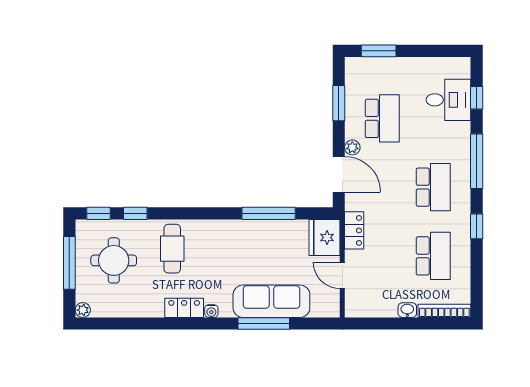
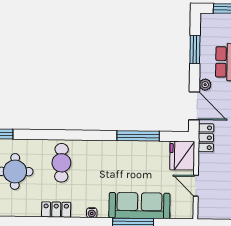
window: (135, 213) -> (33, 134), removed
locker: (354, 230) -> (206, 138), moved
locker: (184, 308) -> (56, 210), moved

